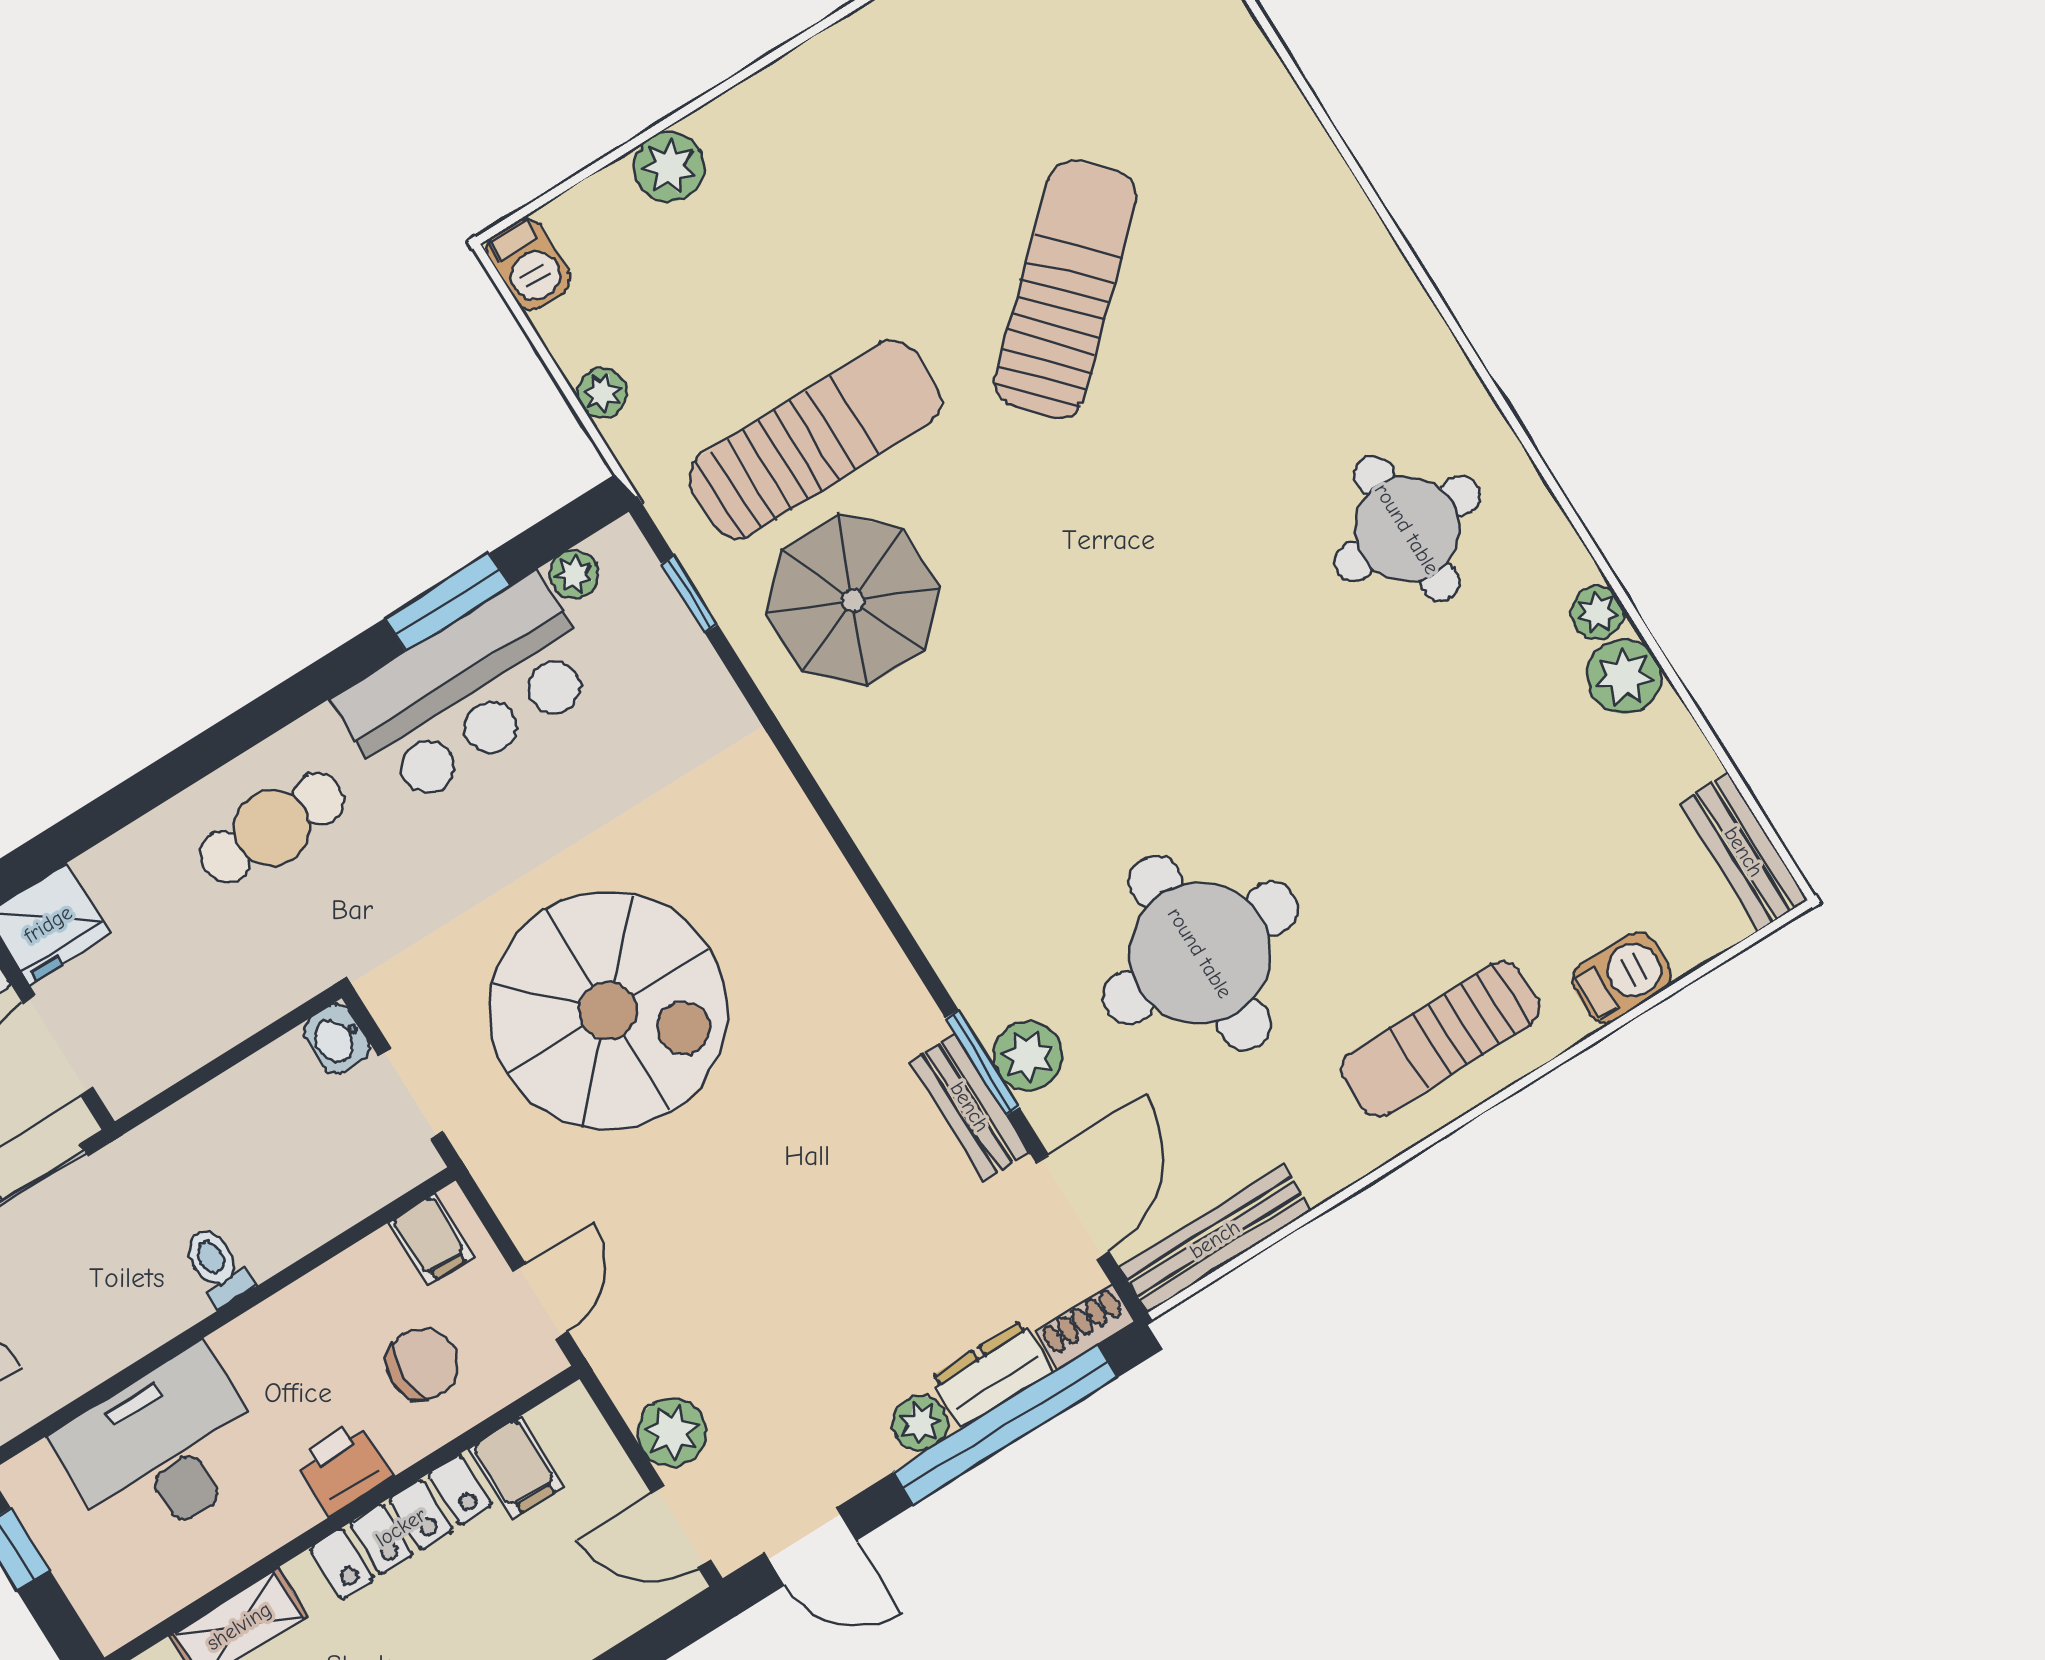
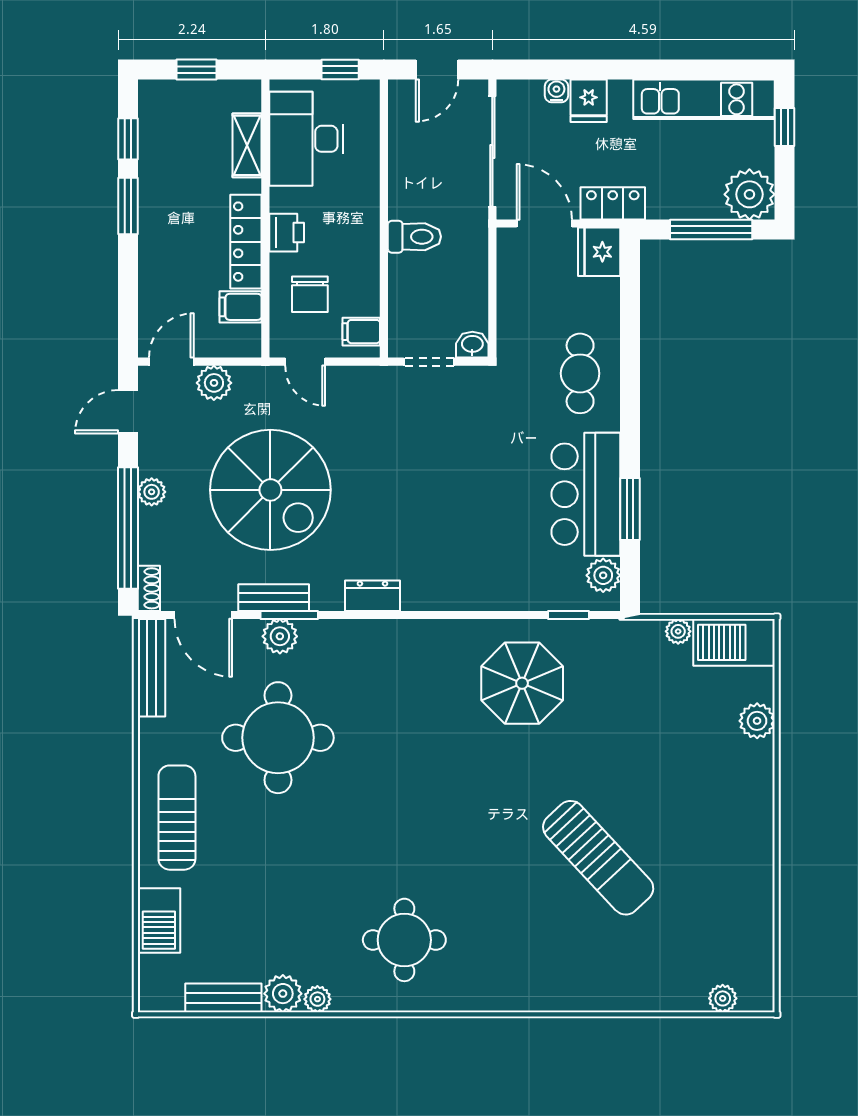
barbecue: (528, 264) -> (734, 642), width x1.88, depth x1.53
sun lounger: (815, 439) -> (601, 710), removed
plant: (574, 574) -> (603, 575), width x1.38, depth x1.38
bench: (1744, 852) -> (223, 998), moved
barbecue: (1621, 978) -> (159, 920), width x1.38, depth x1.27
spiral stairs: (608, 1011) -> (270, 490), moved, turned -90
toilet: (217, 1266) -> (414, 237), width x1.37, depth x1.39
dresser: (992, 1374) -> (372, 596), moved, turned -90
desk: (163, 1450) -> (306, 139), moved, turned 180

